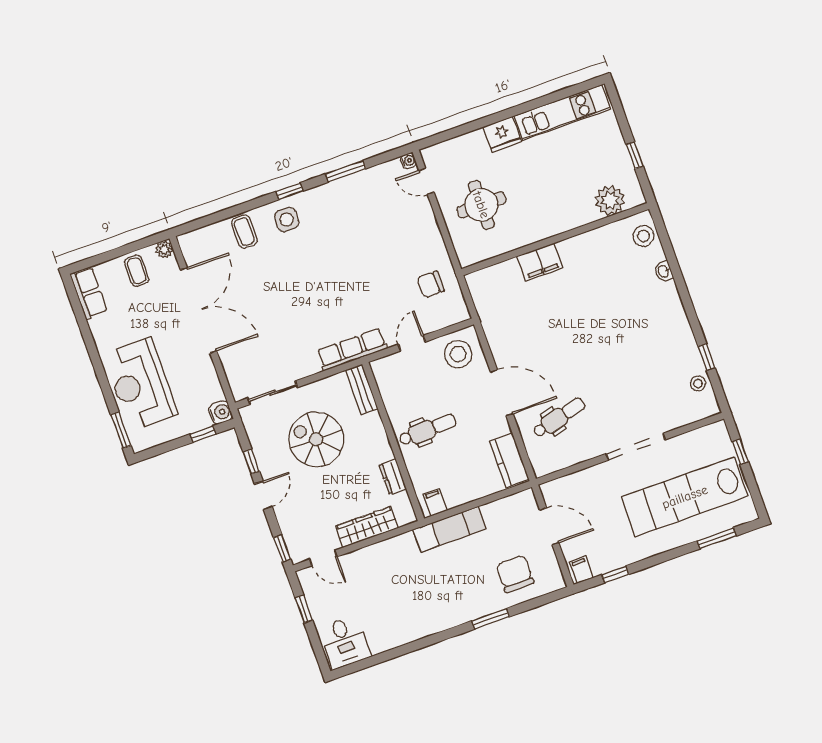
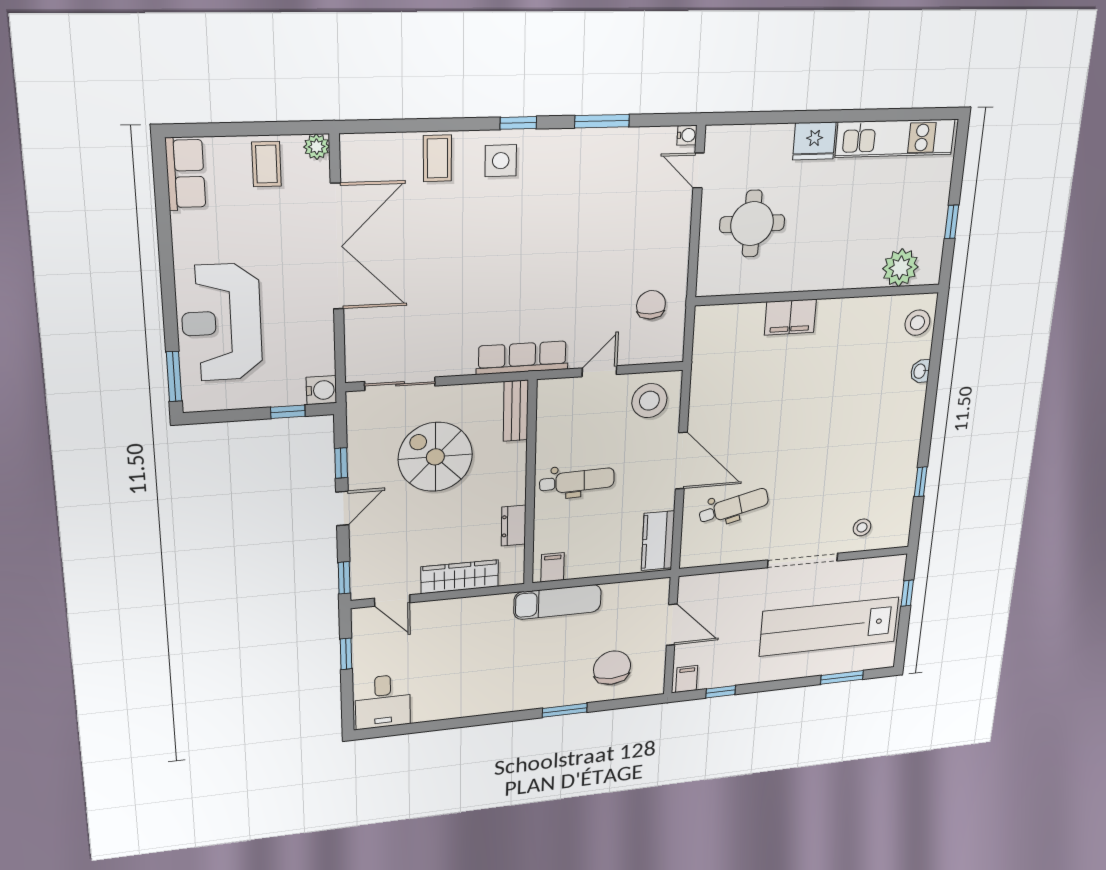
chair: (431, 284) -> (651, 305), turned 90
stool: (698, 383) -> (862, 527), moved

